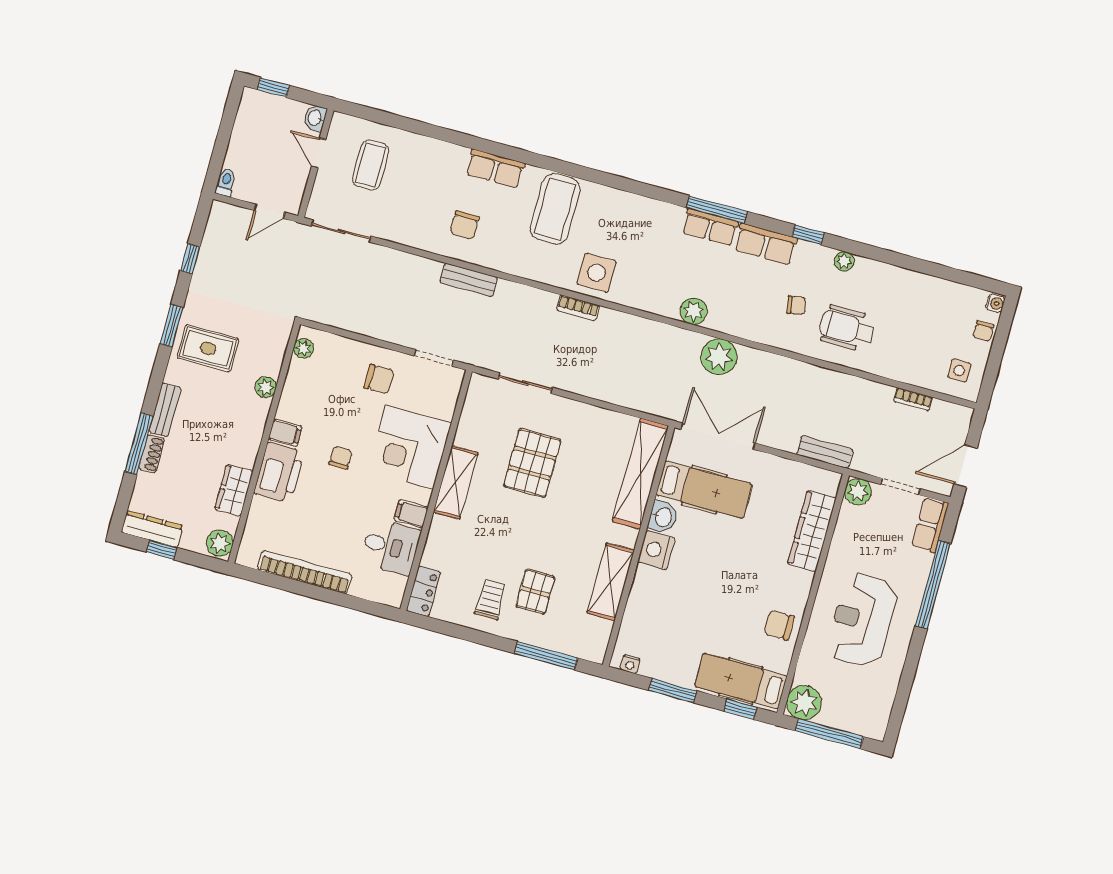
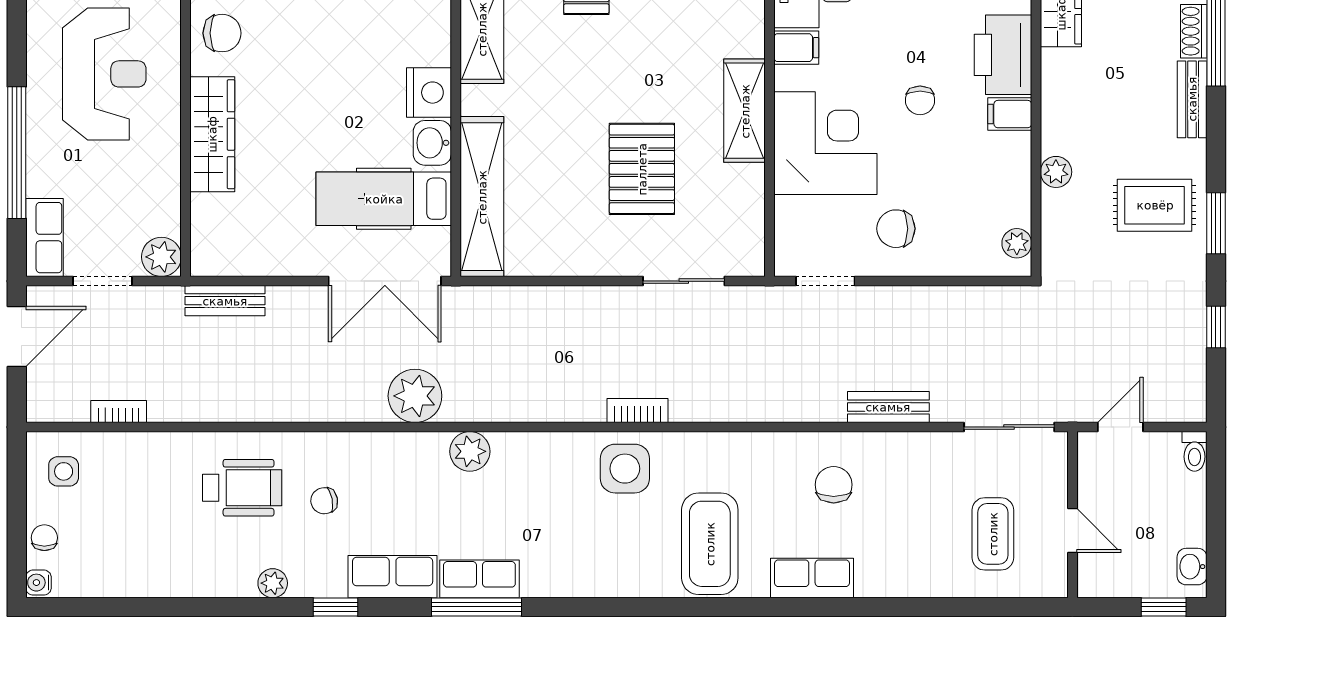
washbasin: (315, 118) -> (1192, 567), moved, turned 180
bench: (469, 280) -> (888, 407), moved
wardrobe: (812, 531) -> (212, 134), moved

